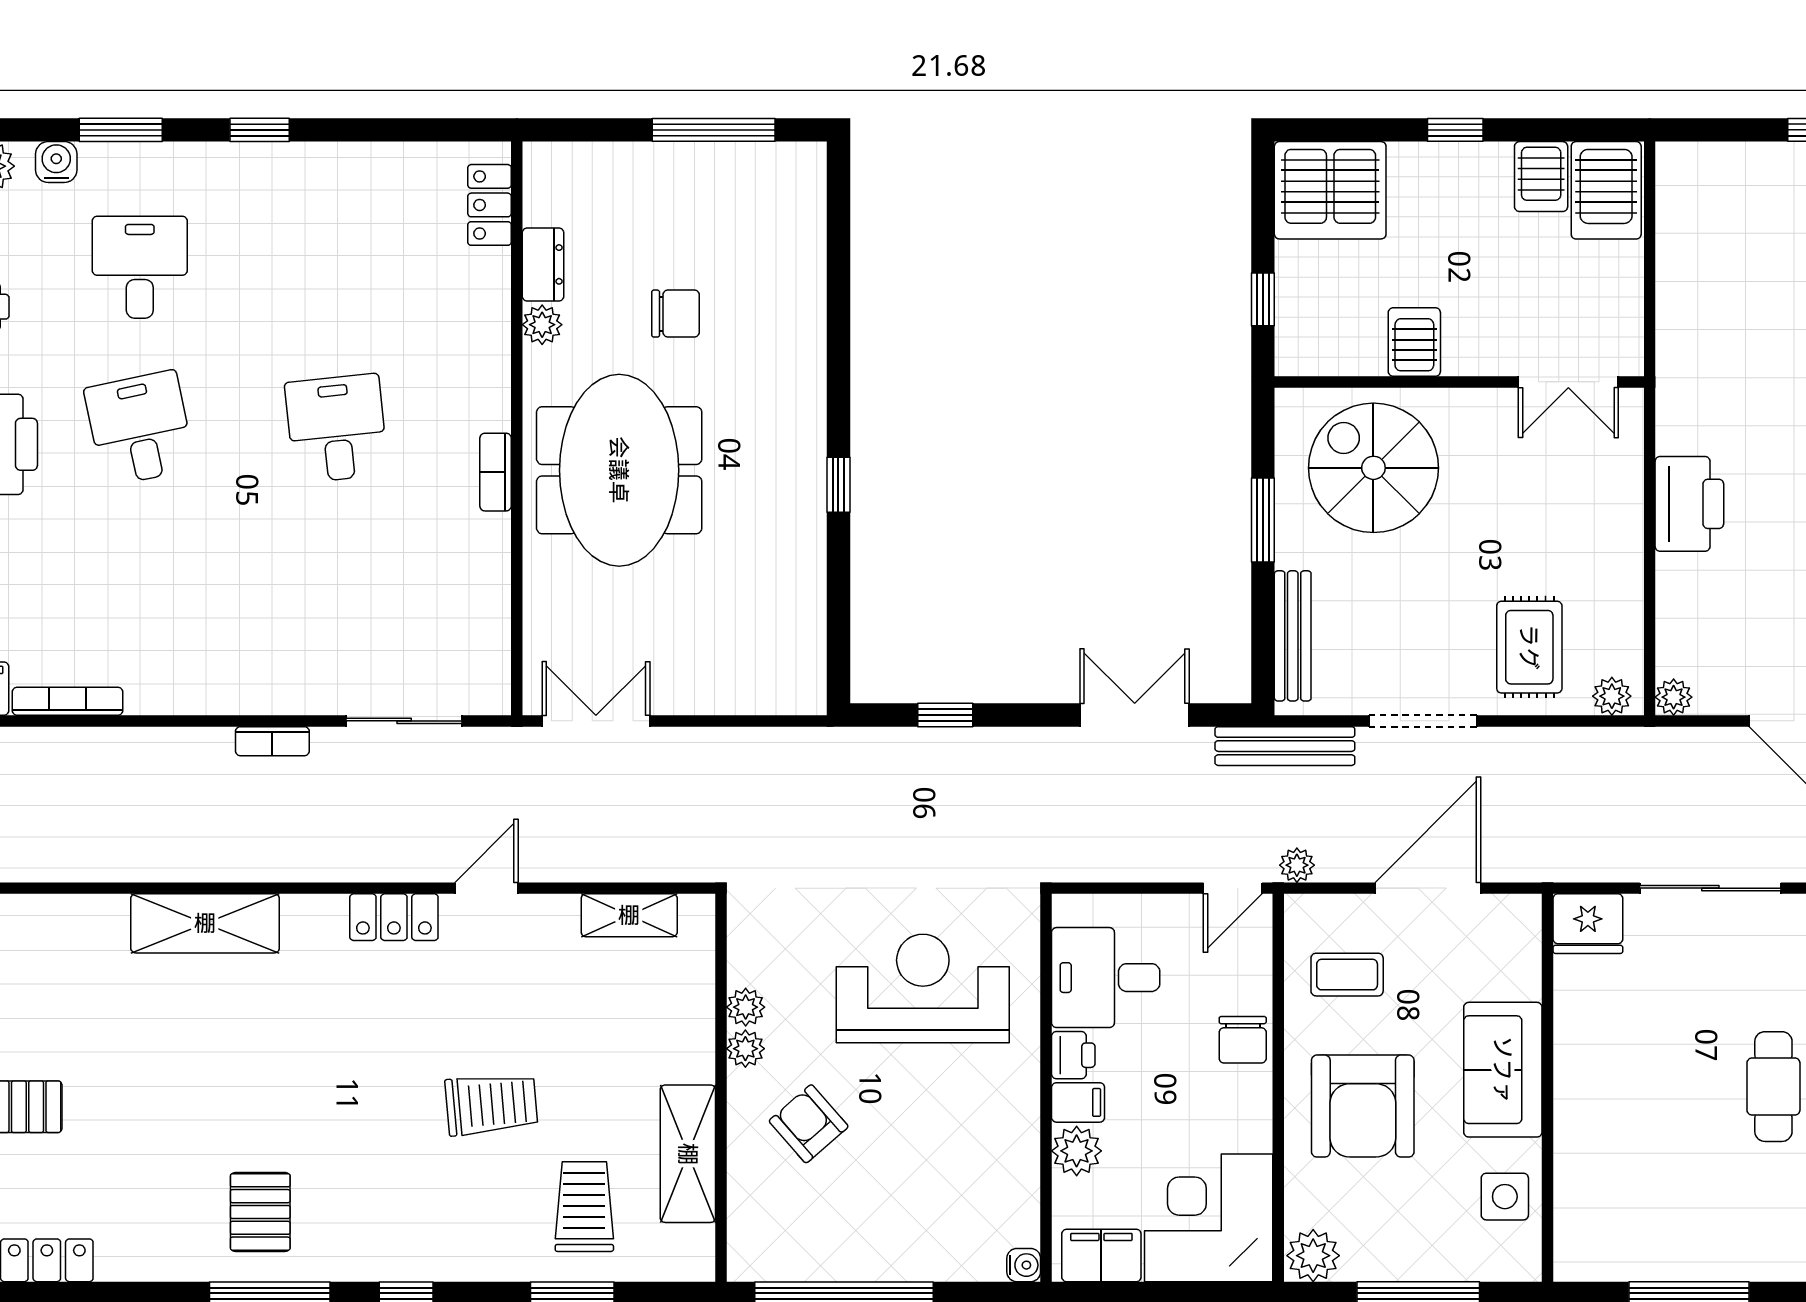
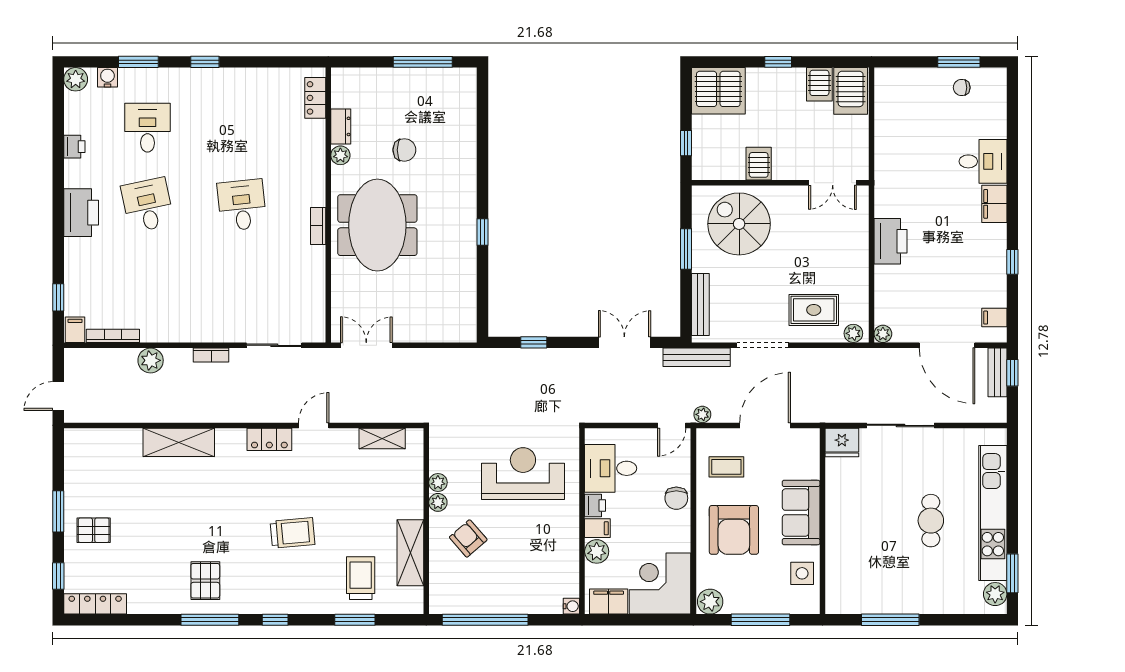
rug: (1529, 647) -> (814, 310), turned 90
plant: (146, 753) -> (151, 360), added
trolley: (491, 1104) -> (293, 533), moved

